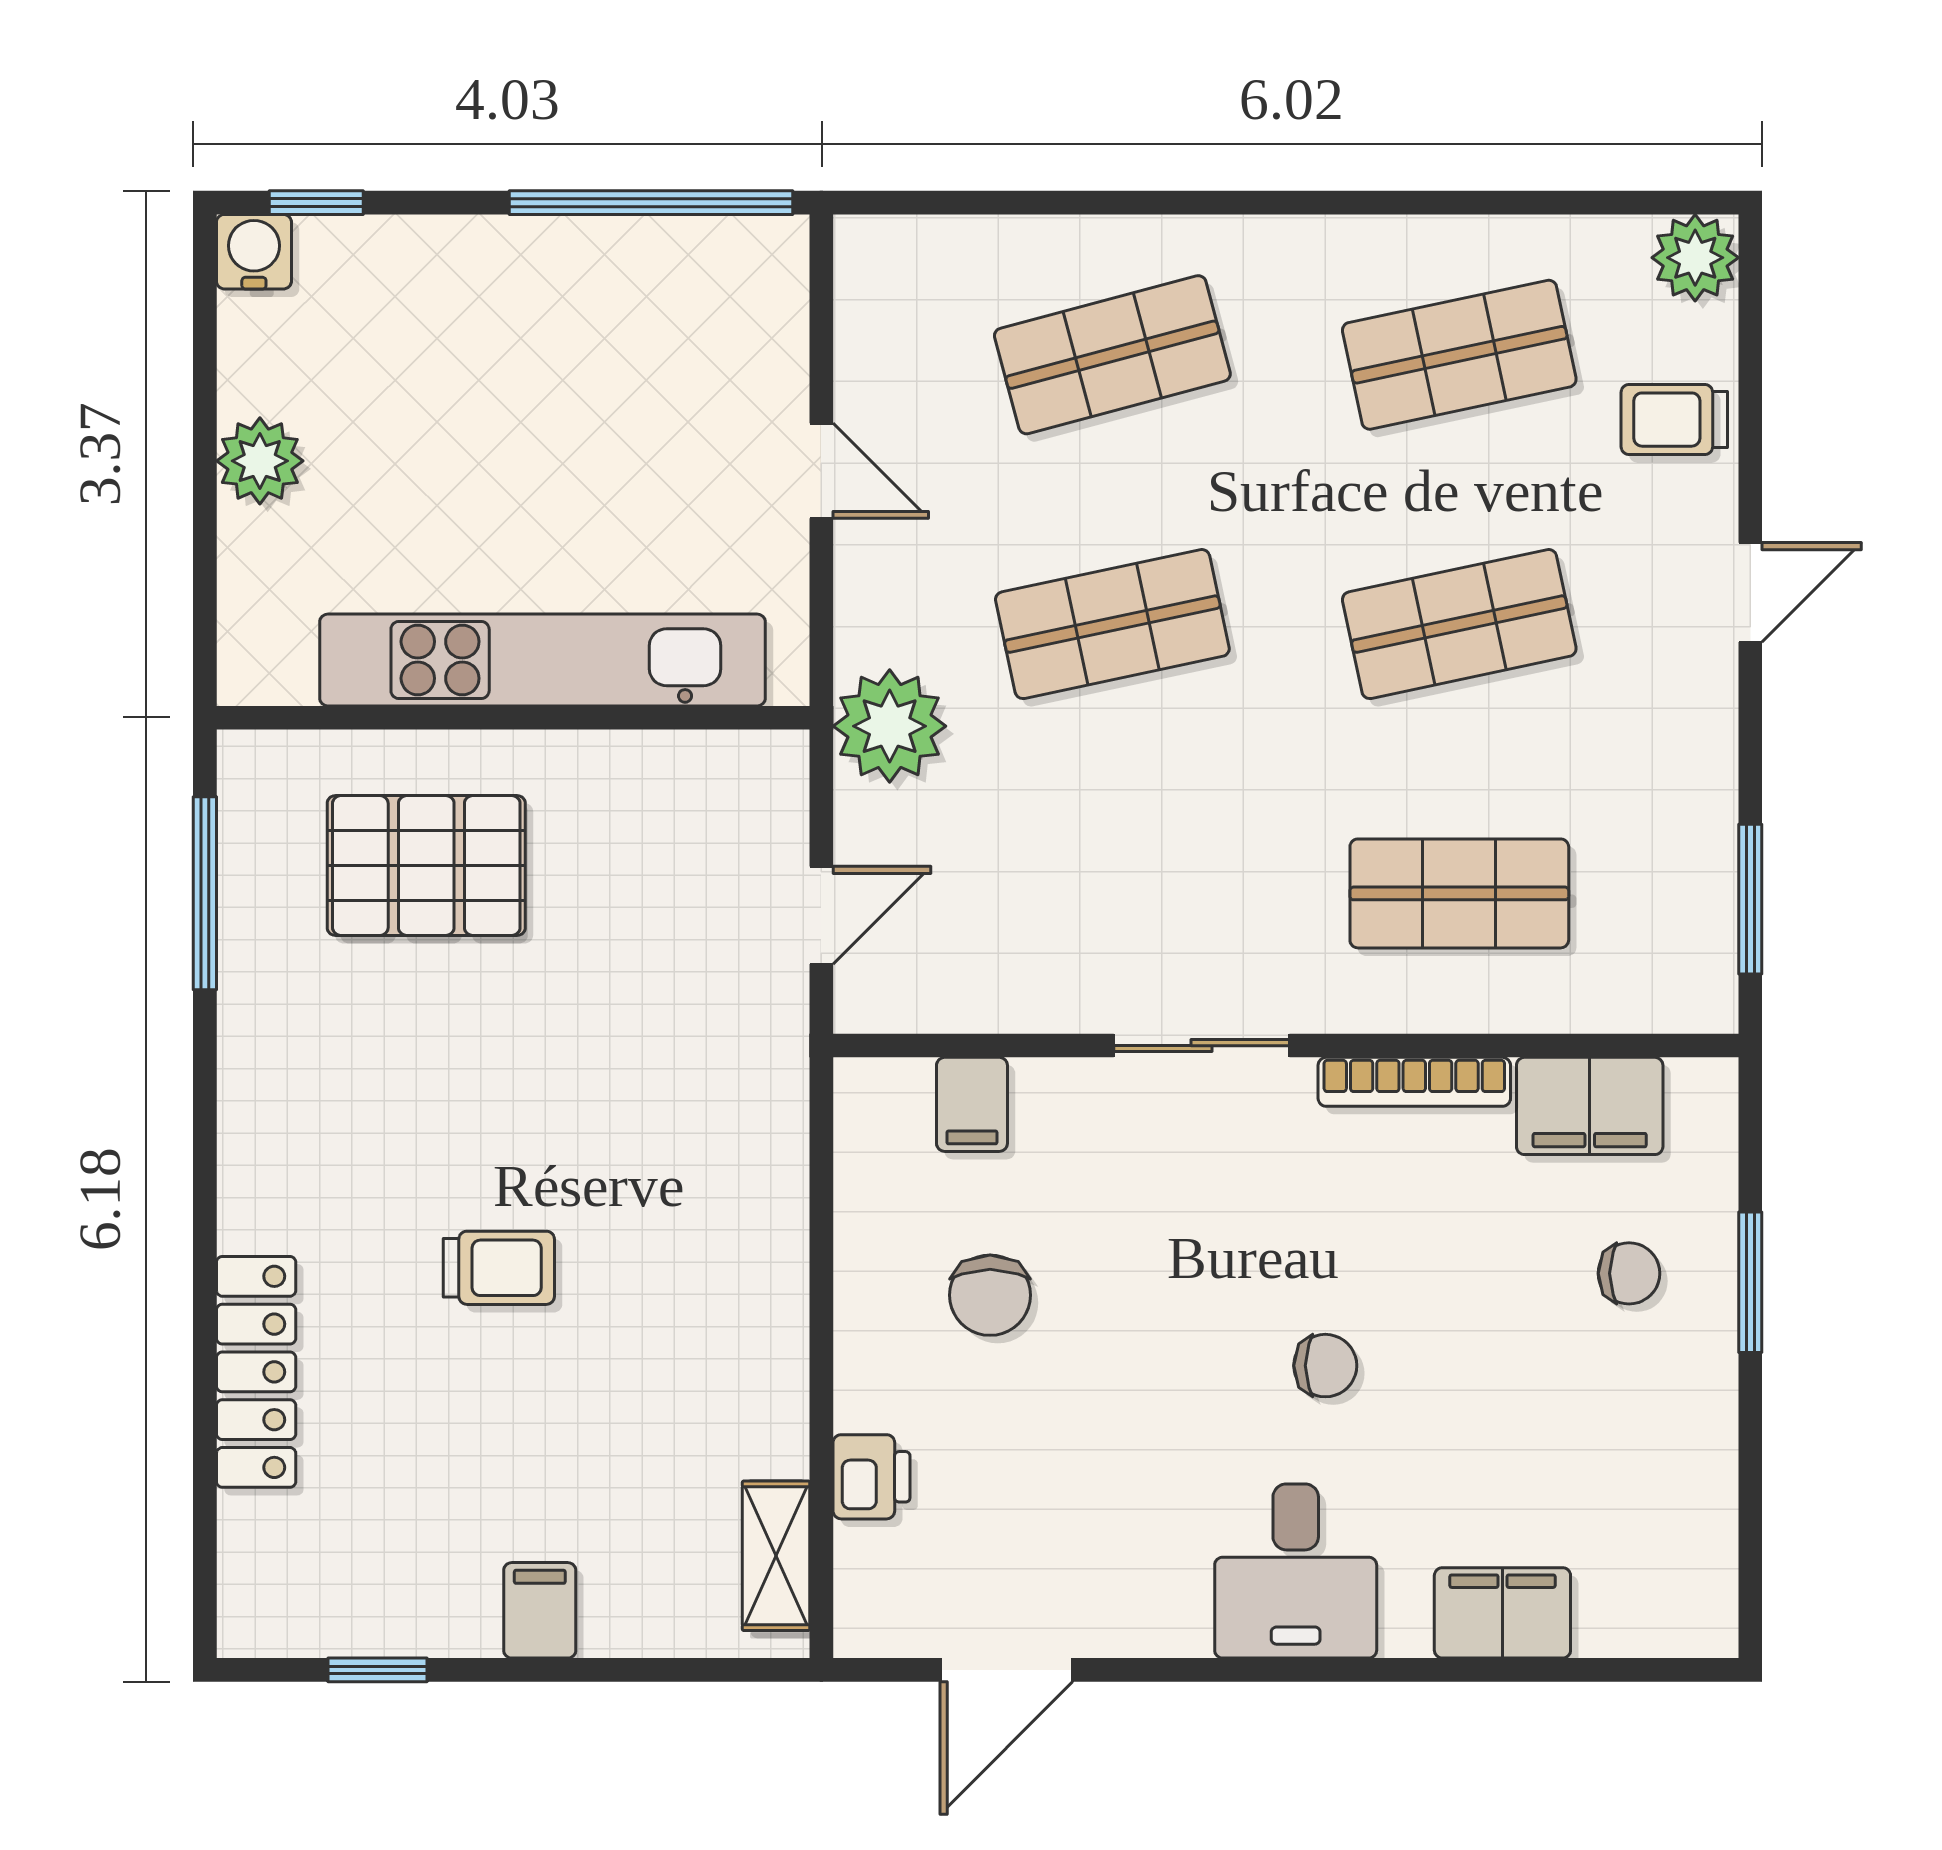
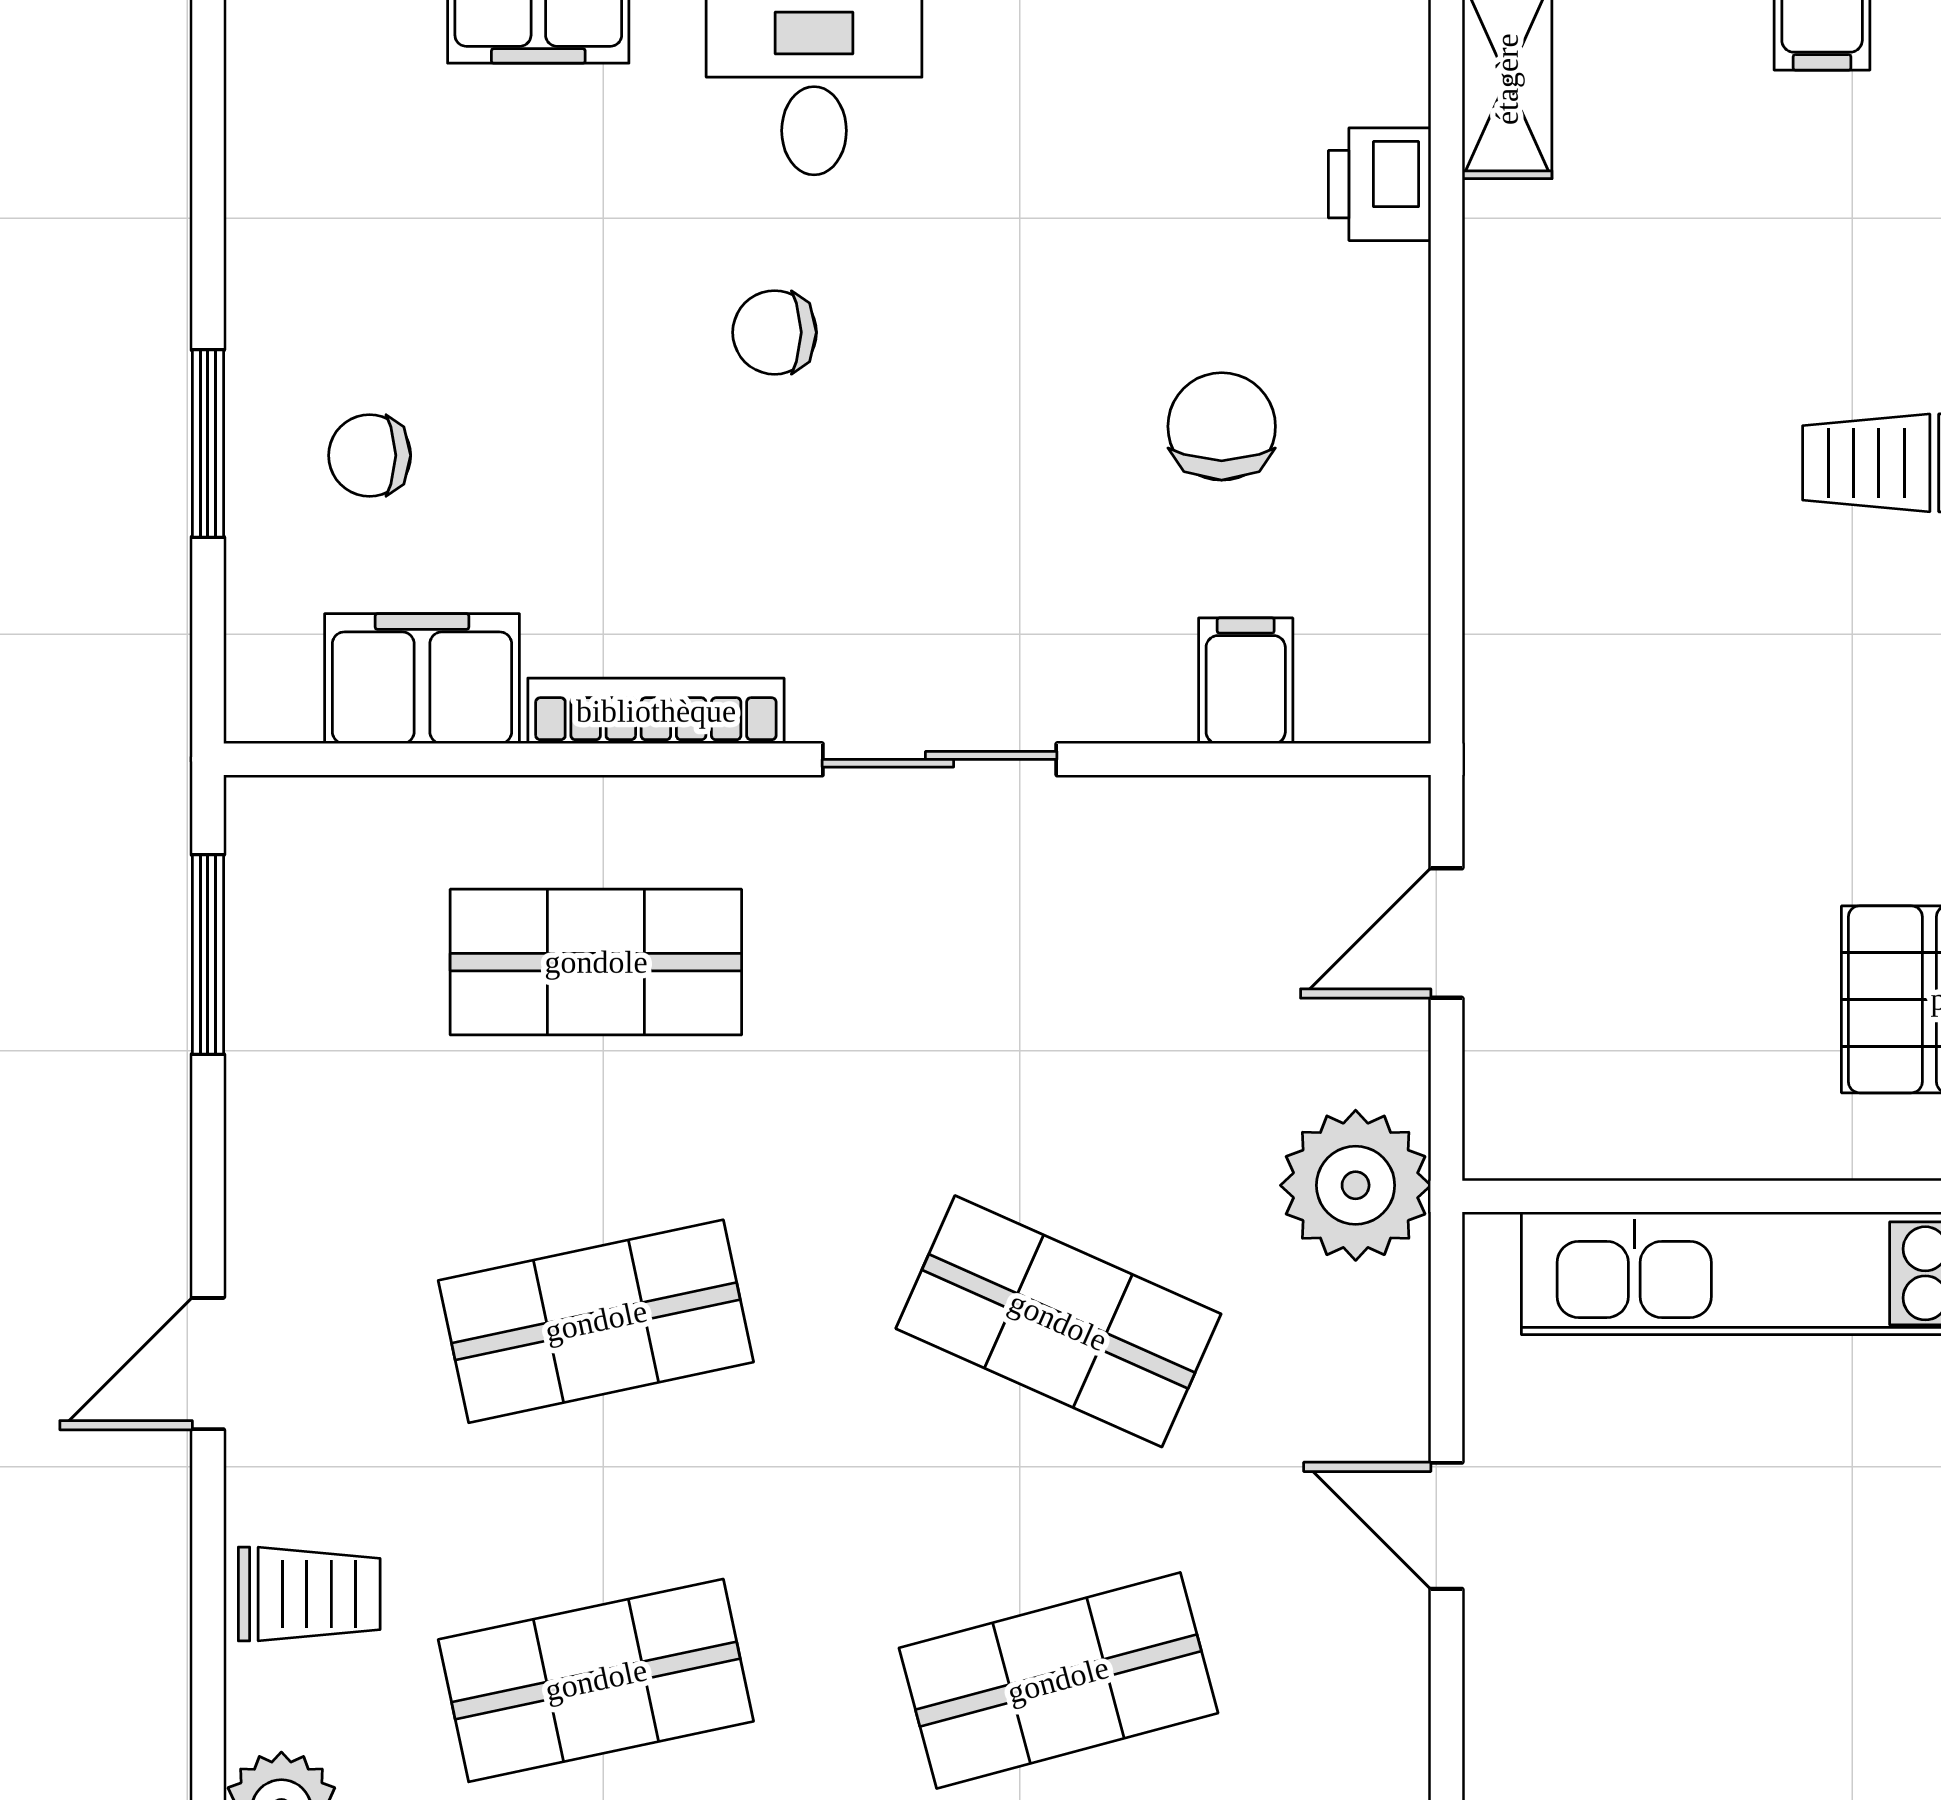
shop shelf: (1112, 624) -> (1058, 1321), turned 36

